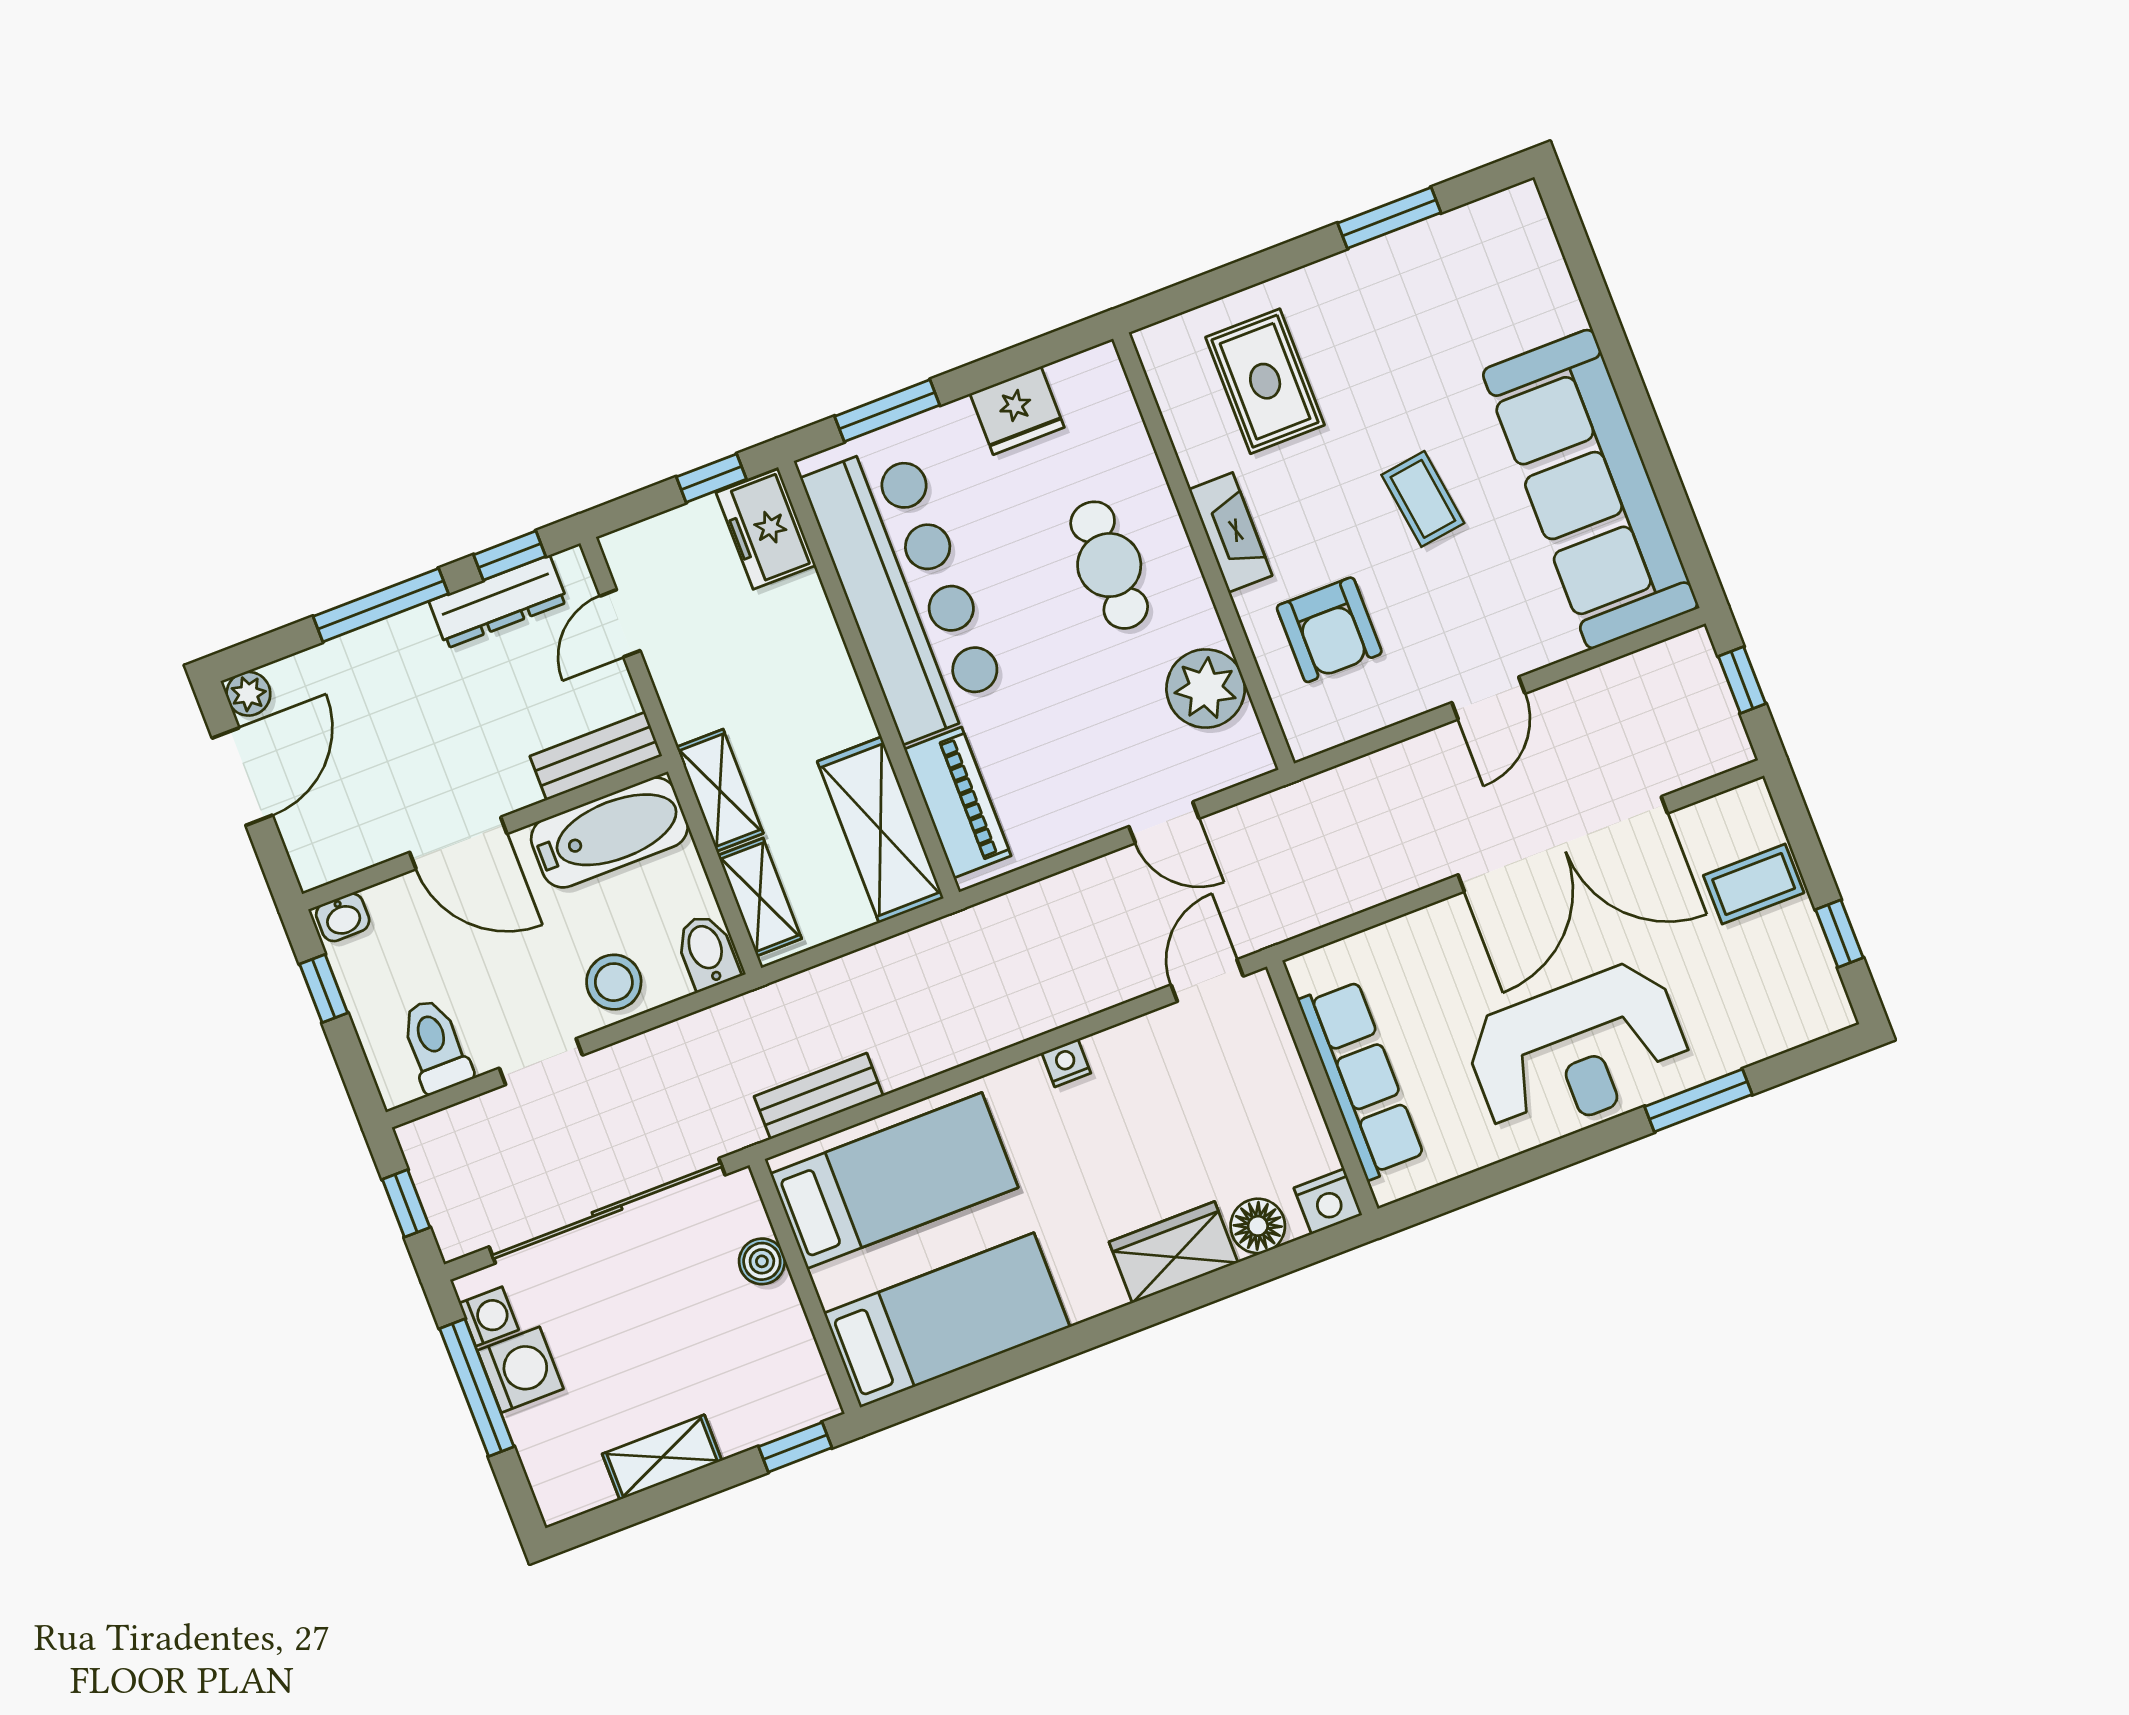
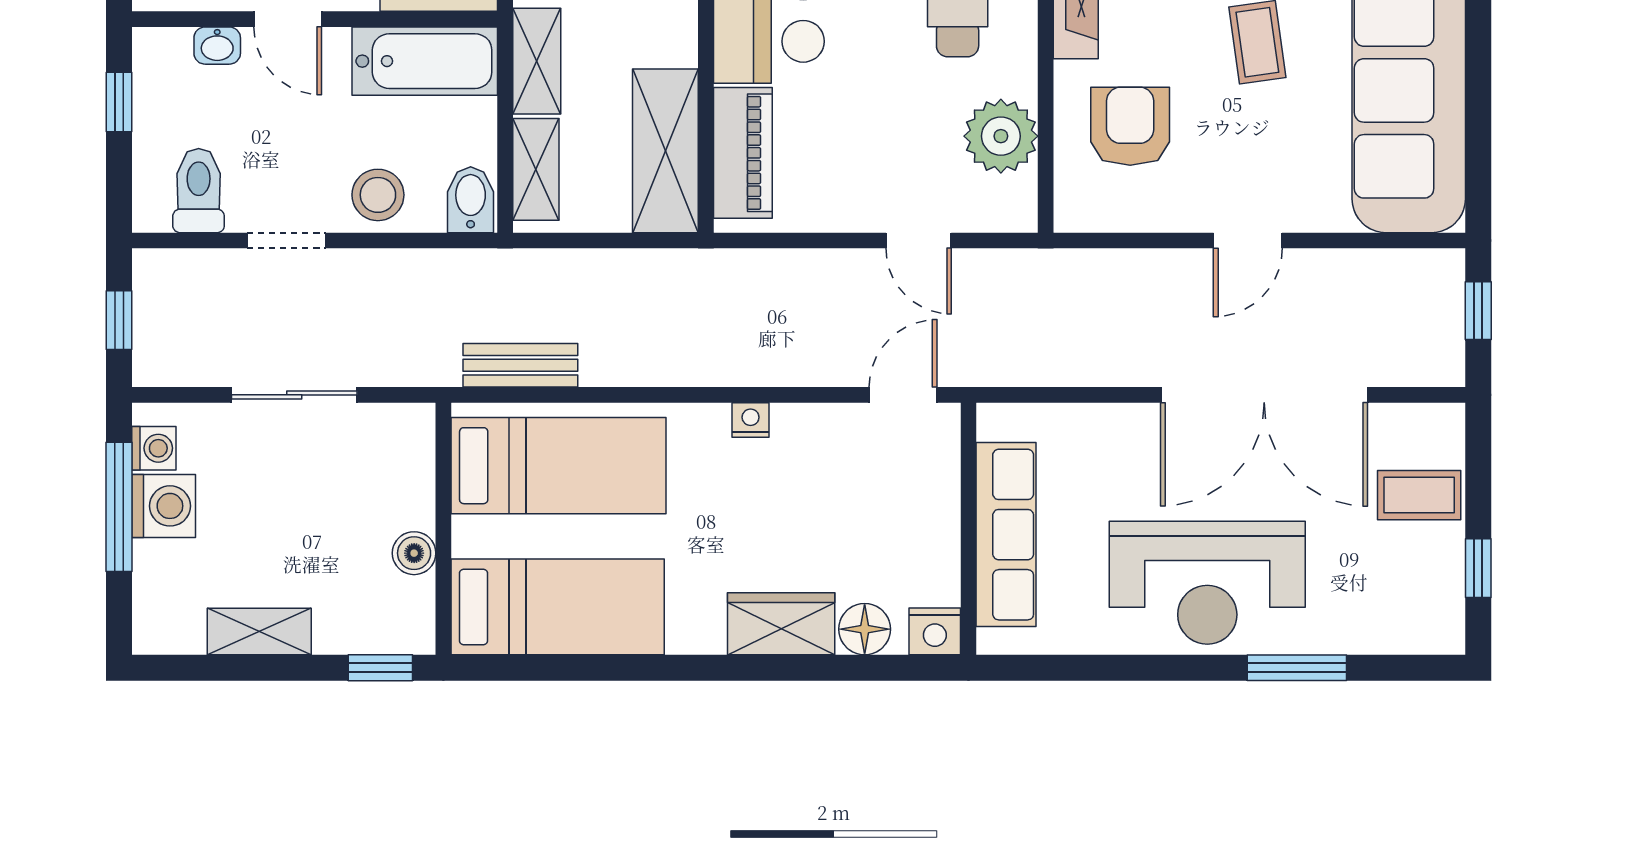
armchair: (1329, 630) -> (1130, 126), turned 180
door: (458, 843) -> (288, 19), width x0.73
washbasin: (343, 917) -> (217, 46), moved
sliding door: (607, 1211) -> (294, 395), width x0.54
boiler: (762, 1261) -> (414, 553), moved

